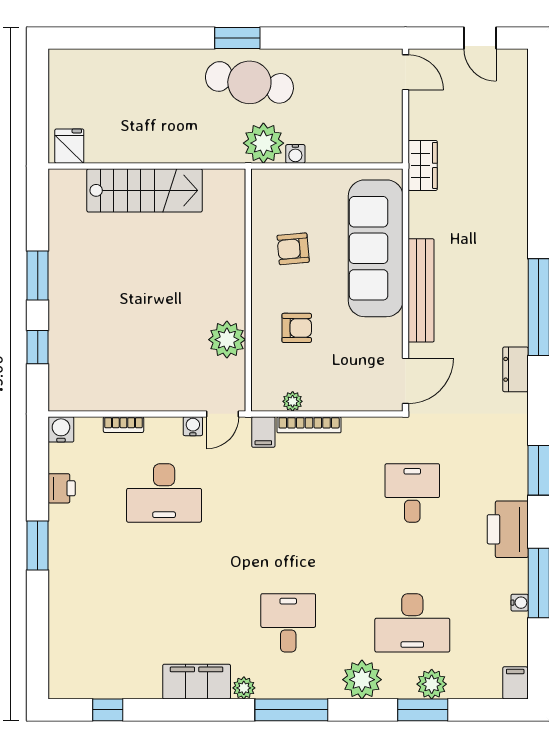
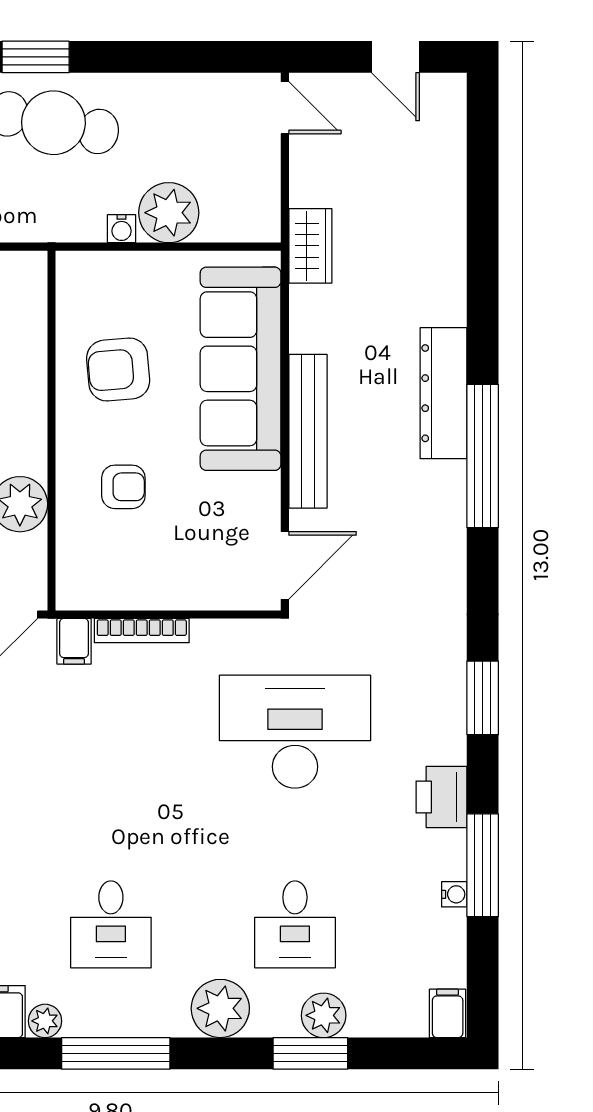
plant: (263, 143) -> (169, 213), moved
armchair: (293, 249) -> (118, 369), width x1.38, depth x1.38
dresser: (515, 369) -> (443, 393), moved, width x1.96, depth x1.24
plant: (293, 401) -> (117, 596), removed
desk: (412, 493) -> (295, 732), width x1.87, depth x1.30
printer: (508, 529) -> (441, 797), width x0.73, depth x0.84
desk: (288, 623) -> (111, 924), turned 180
desk: (412, 623) -> (295, 924), width x0.73

